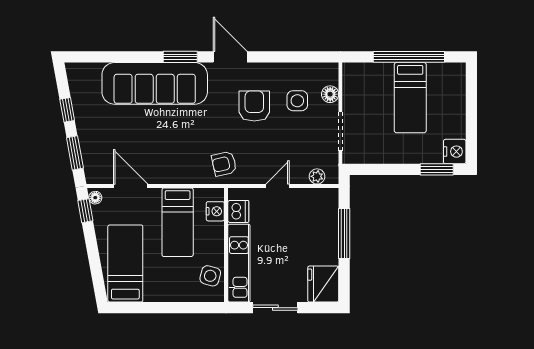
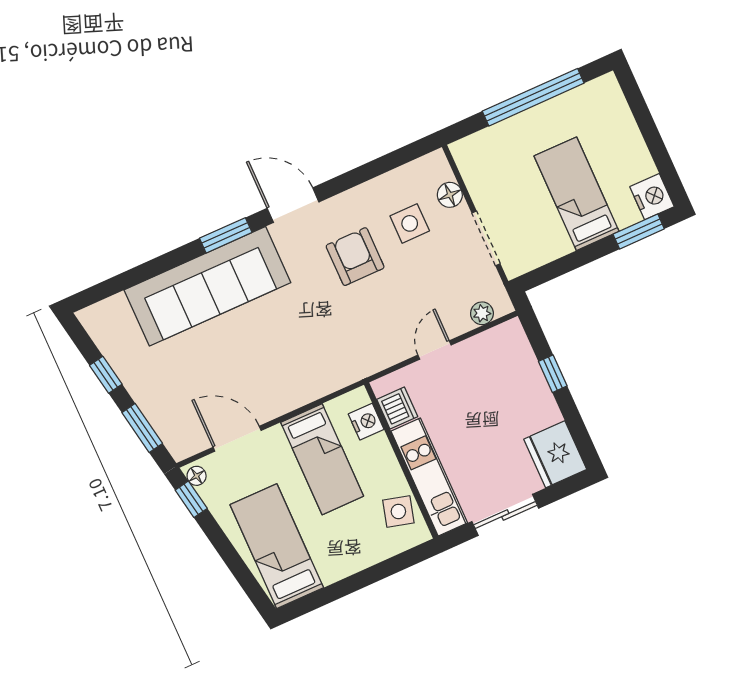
bed: (410, 98) -> (576, 194), moved, turned 180
armchair: (224, 164) -> (349, 352), removed
window: (344, 234) -> (553, 374), width x0.46

